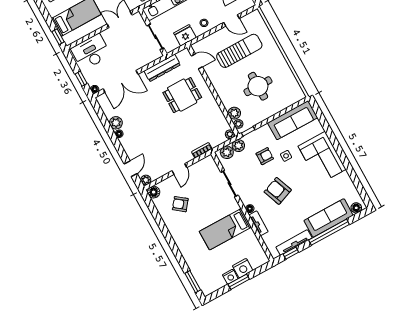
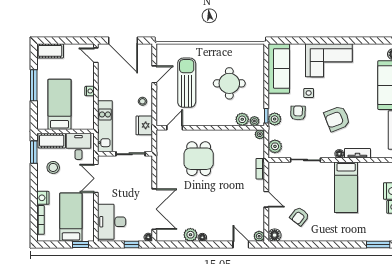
dresser: (162, 68) -> (163, 163), removed
plant: (238, 146) -> (275, 119), moved

